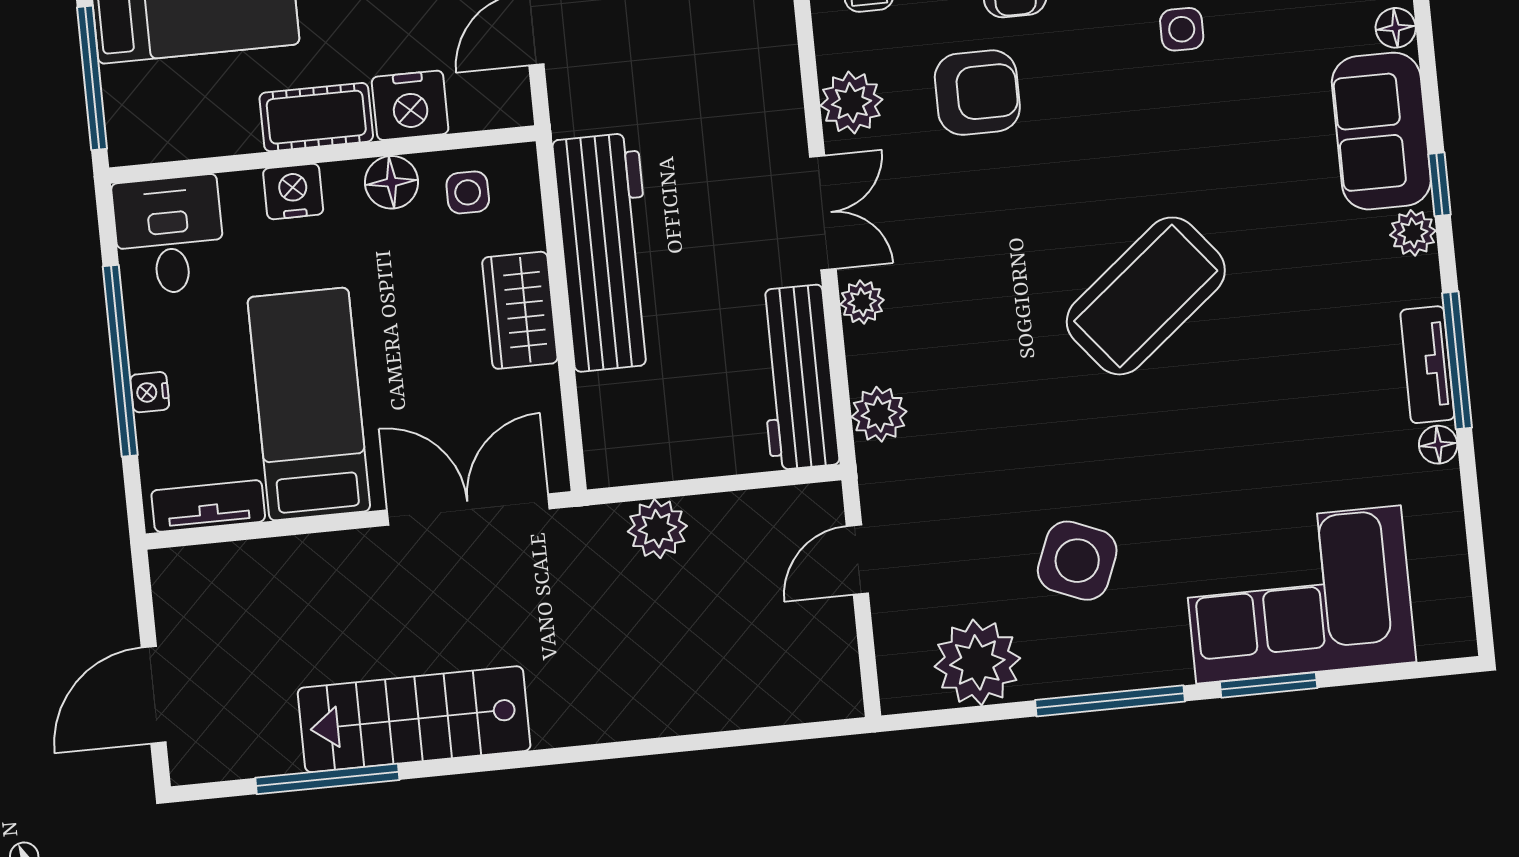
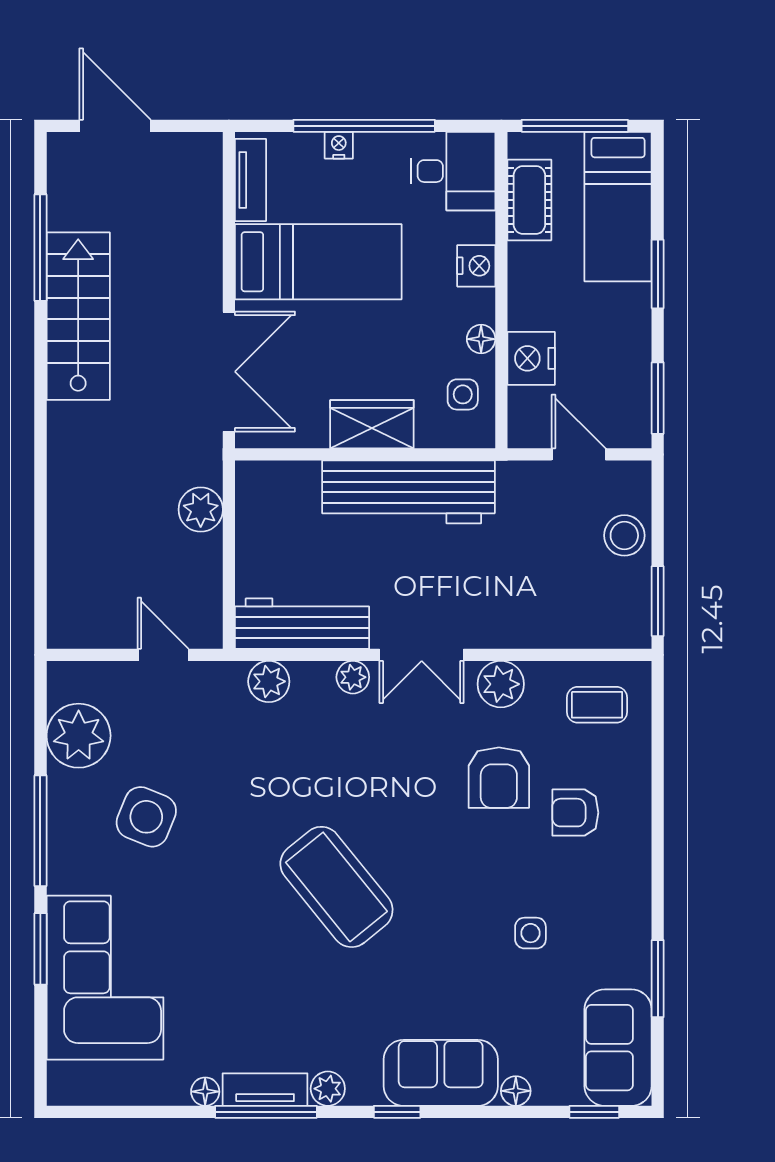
cot: (316, 117) -> (529, 200), moved
floor lamp: (392, 182) -> (481, 339), width x0.73, depth x0.73
plant: (1413, 233) -> (328, 1089), moved

